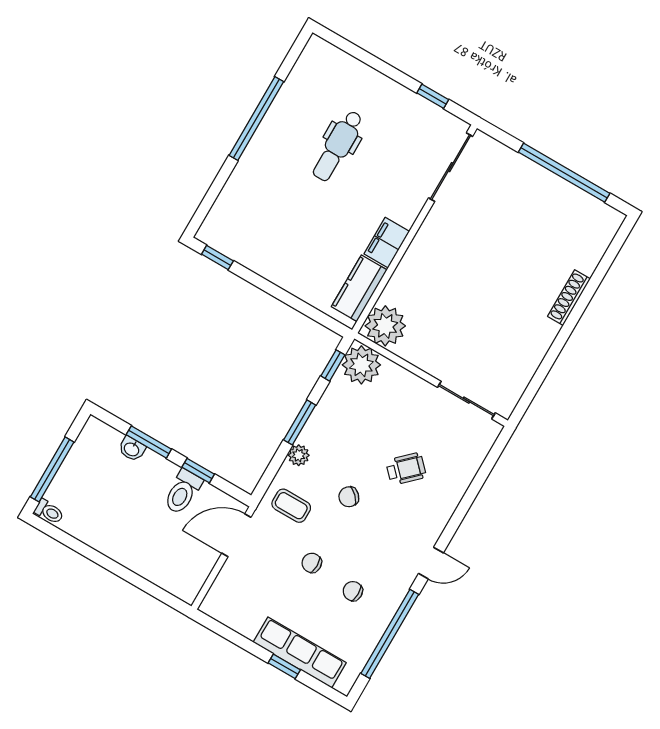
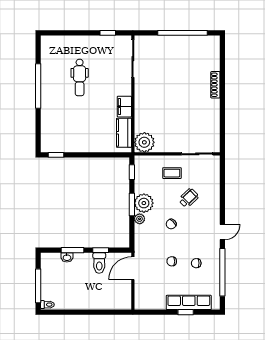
plant: (361, 365) -> (144, 203), moved
coffee table: (291, 506) -> (172, 173), moved

